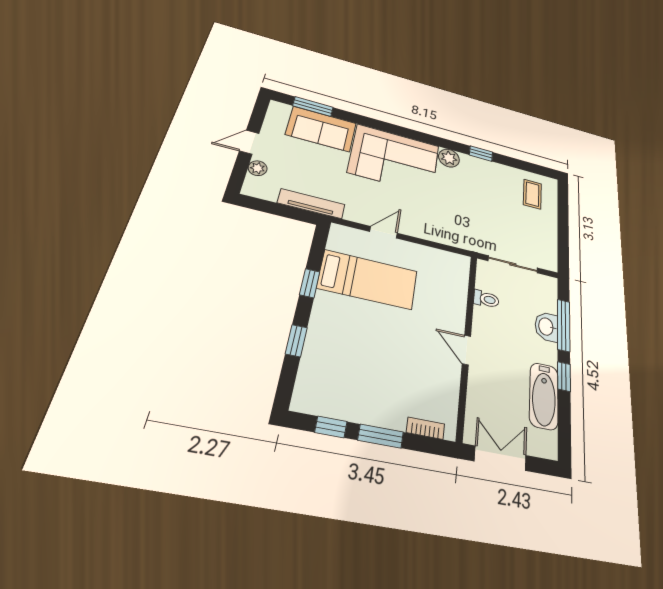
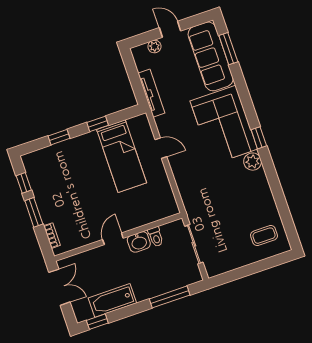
sofa: (321, 129) -> (211, 56), width x1.36
window: (481, 154) -> (259, 138), moved
washbasin: (547, 327) -> (139, 242), moved, turned 180
window: (564, 377) -> (97, 322), moved

